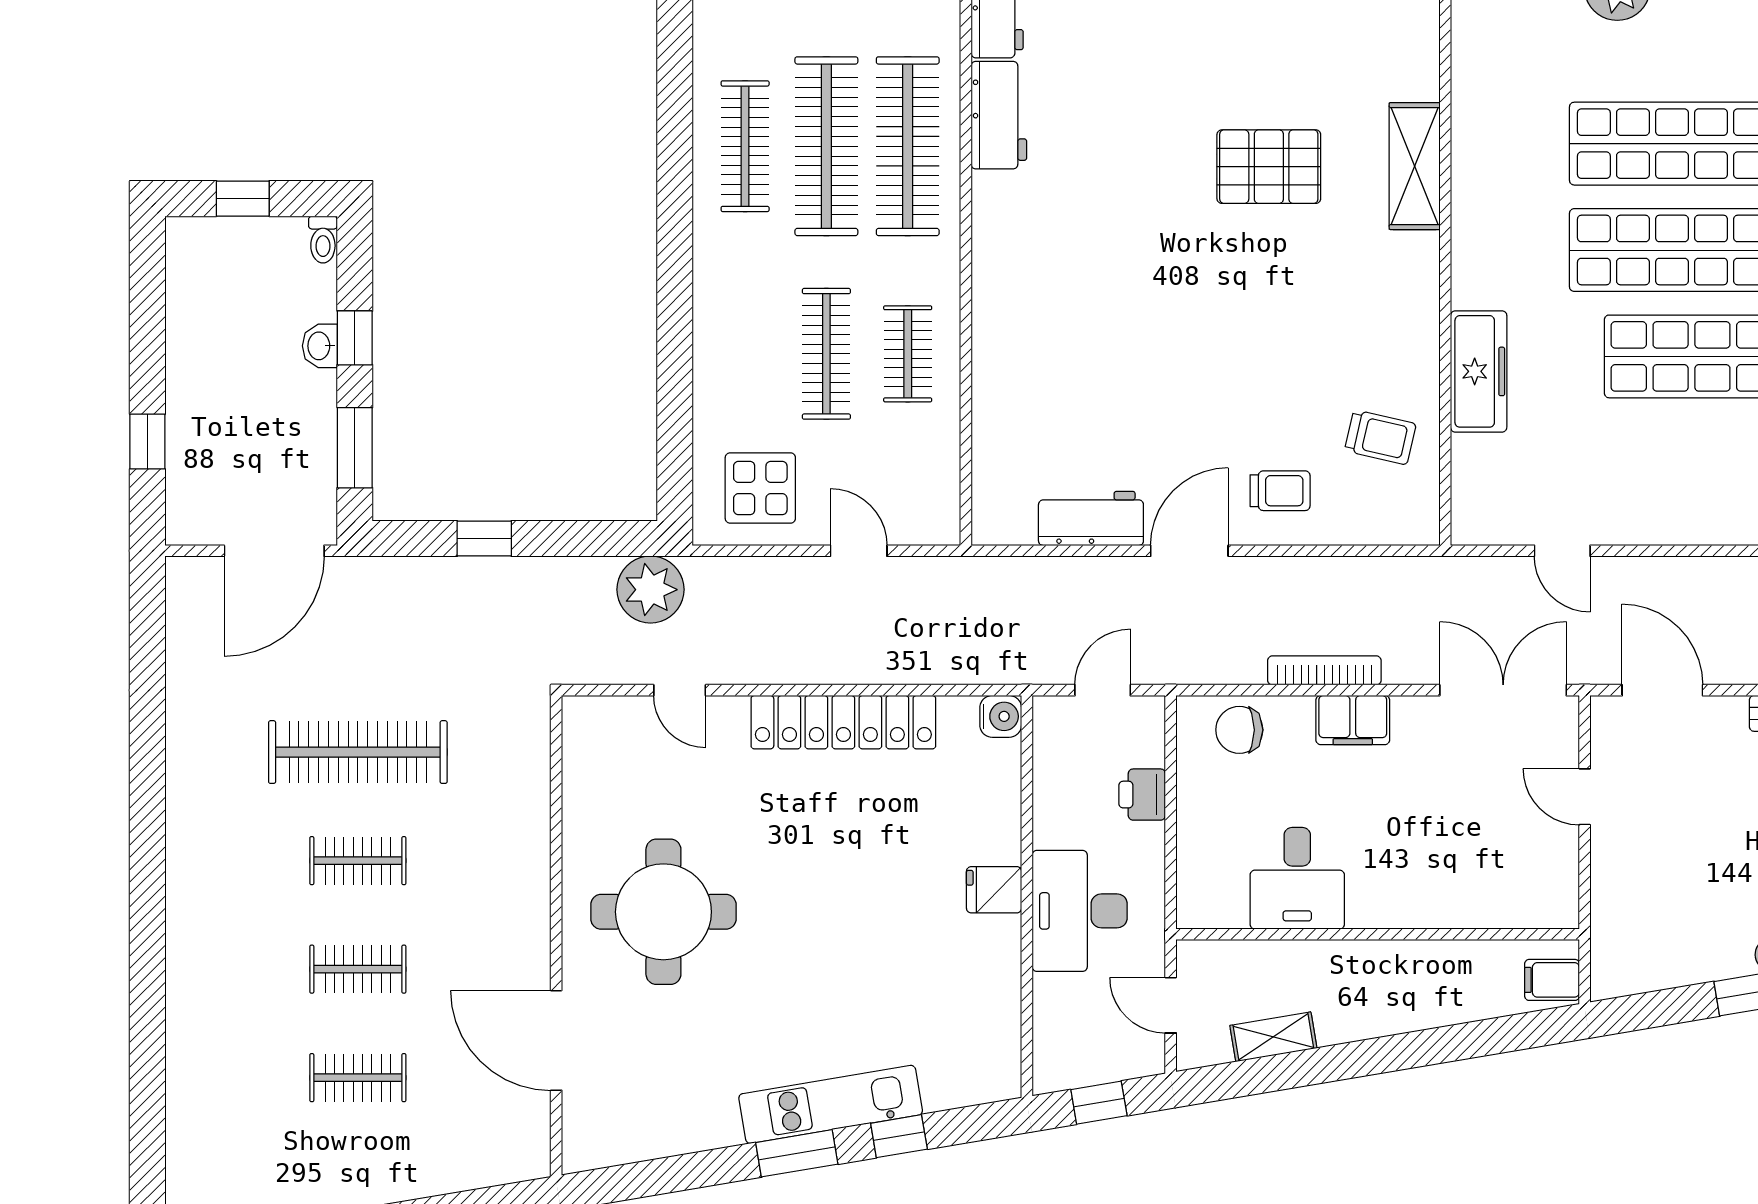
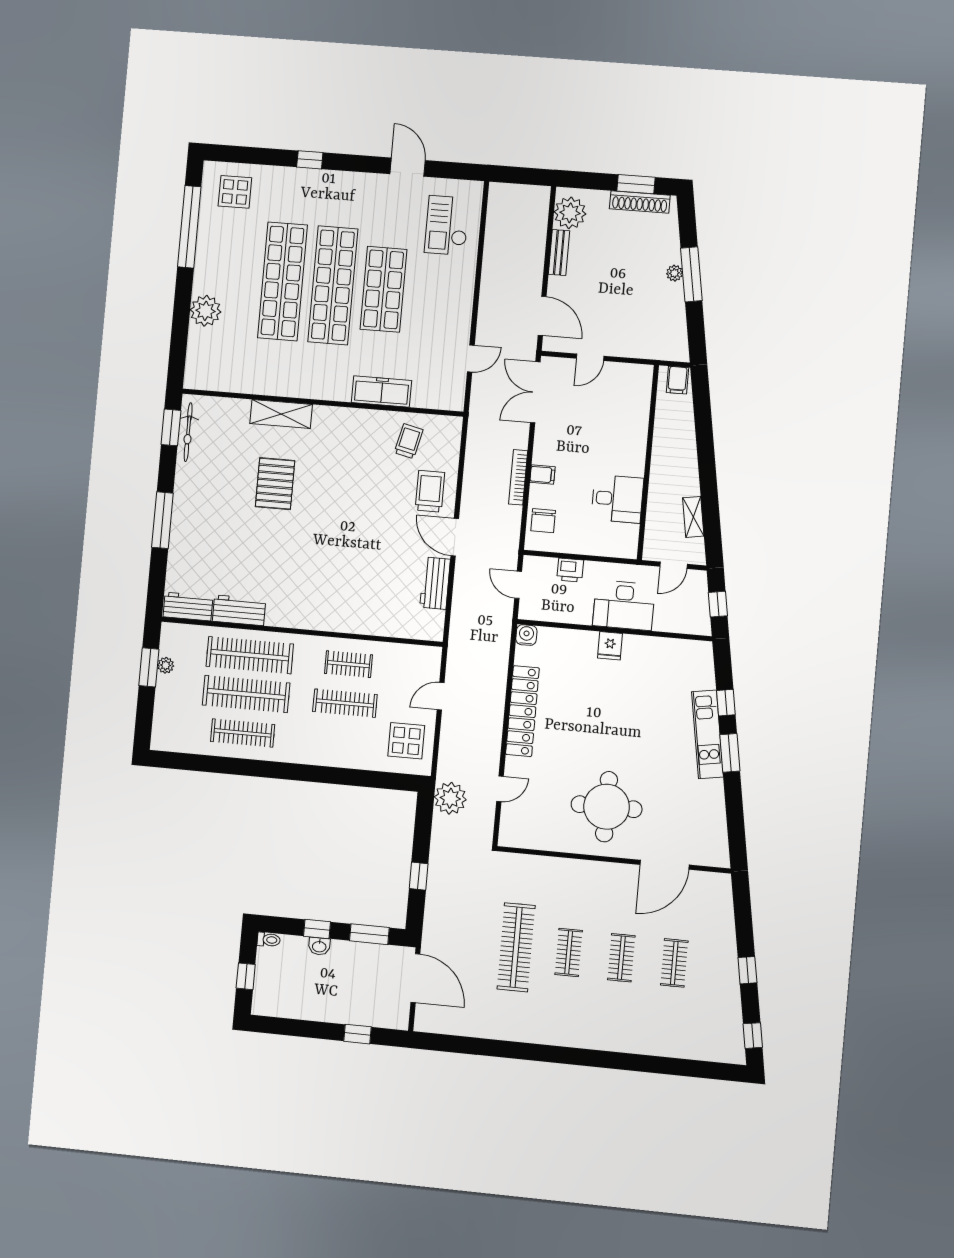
trolley: (1280, 491) -> (430, 491), width x1.36, depth x1.39
door: (1662, 690) -> (542, 316), swing flipped
filing cabinet: (1353, 720) -> (542, 475), width x0.50

